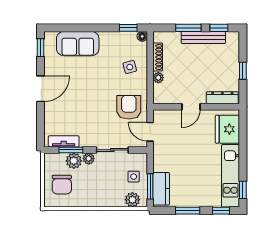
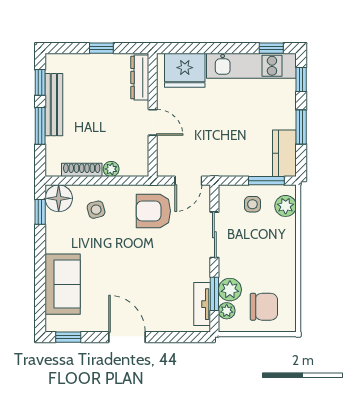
floor lamp: (142, 36) -> (59, 198), width x1.89, depth x1.89
plant: (89, 159) -> (227, 311), moved
kitchen counter: (161, 189) -> (284, 153), moved, turned -90

